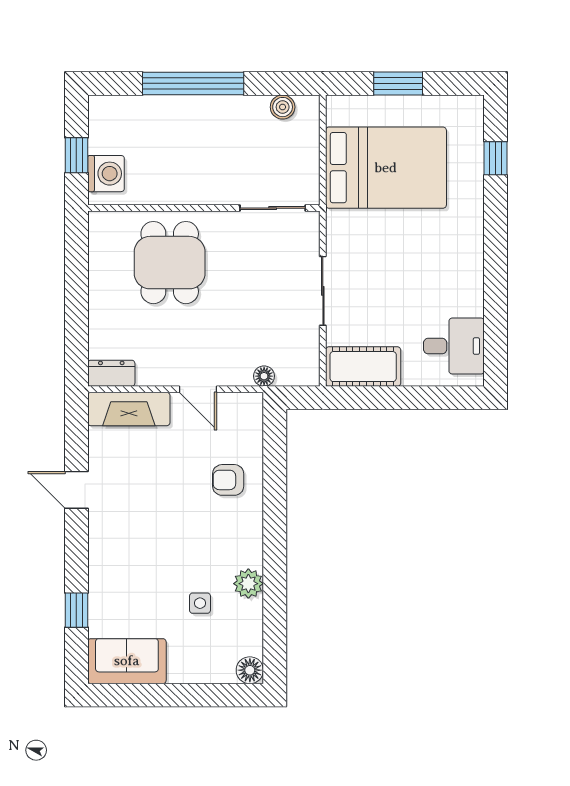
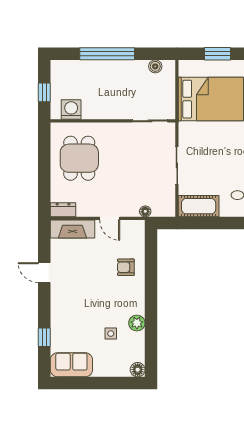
washing machine: (106, 174) -> (71, 110), moved, turned -90
dining table: (170, 263) -> (79, 158), moved

